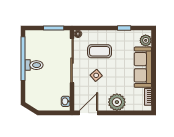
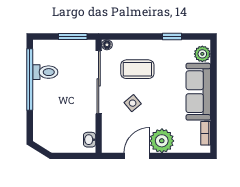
toilet: (34, 65) -> (45, 72), moved
door: (89, 113) -> (137, 156), moved

